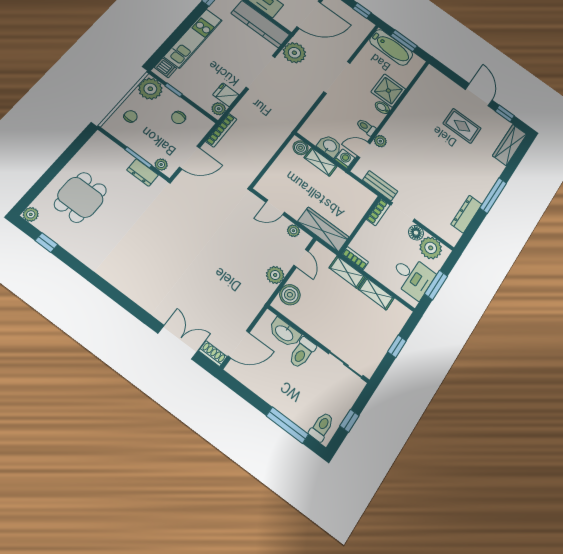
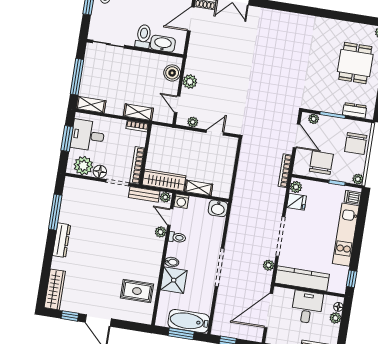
plant: (294, 53) -> (269, 265), width x0.53, depth x0.53
plant: (150, 89) -> (358, 179), width x0.53, depth x0.53
chair: (131, 116) -> (356, 143), width x1.87, depth x1.87
chair: (179, 118) -> (321, 163), width x1.87, depth x1.87
rug: (462, 126) -> (137, 291), moved
washbasin: (330, 146) -> (218, 208), moved
boiler: (301, 148) -> (219, 191), removed
door: (364, 150) -> (170, 217), swing flipped
door: (189, 158) -> (297, 136), swing flipped
plant: (360, 171) -> (165, 197), added
dresser: (143, 173) -> (355, 110), moved
window: (493, 195) -> (55, 212), moved
bookcase: (378, 212) -> (137, 165), width x1.56
dresser: (466, 214) -> (62, 240), moved
wardrobe: (323, 229) -> (164, 180), moved, turned 180
window: (46, 243) -> (359, 19), removed
shelving: (376, 294) -> (91, 105), moved
window: (397, 346) -> (77, 77), width x2.17

